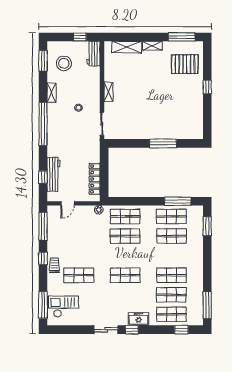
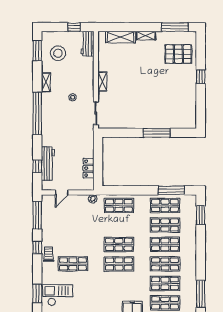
locker: (95, 179) -> (89, 168), width x0.66
shop shelf: (125, 236) -> (119, 244), moved
shop shelf: (171, 256) -> (165, 244), added
window: (43, 305) -> (37, 293), width x0.69

